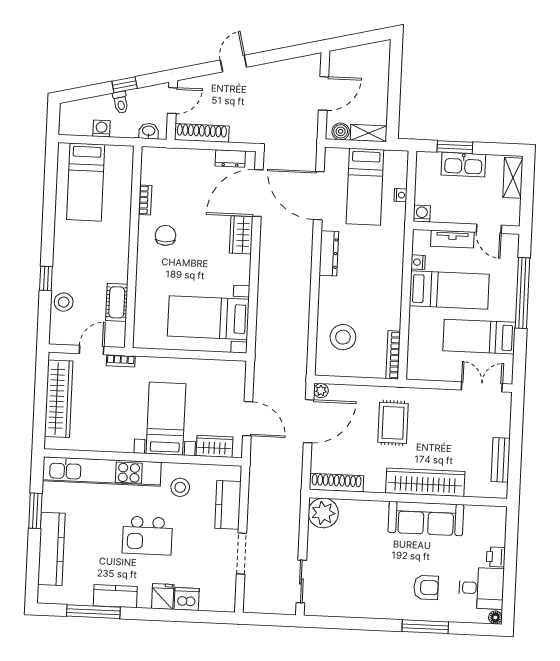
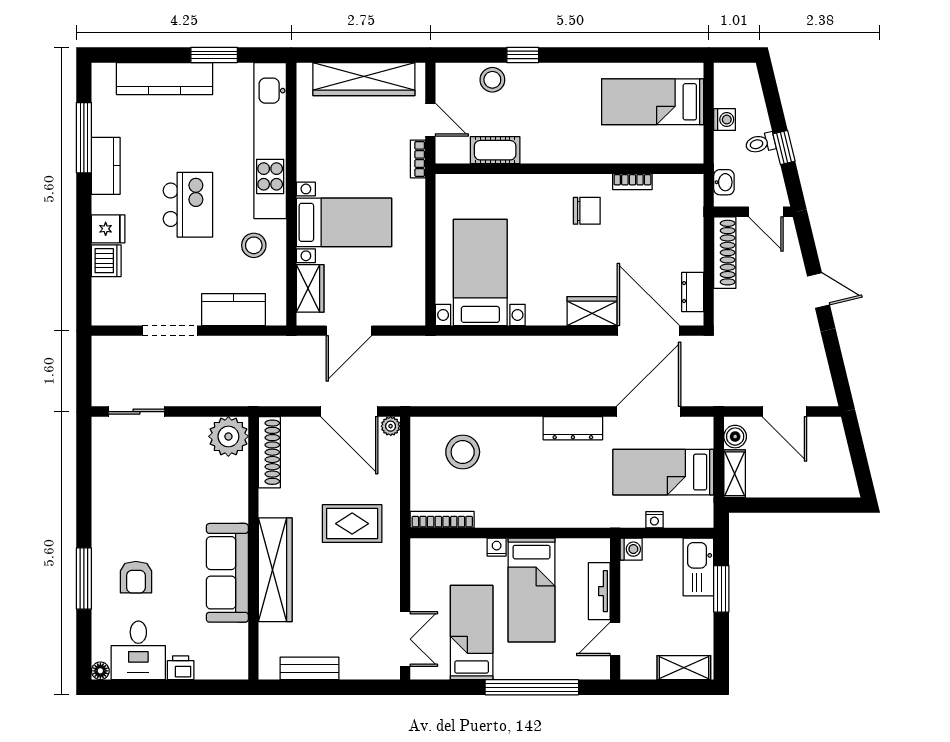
kitchen sink: (463, 165) -> (698, 567), moved
nightstand: (418, 262) -> (497, 547), moved
kitchen island: (147, 536) -> (188, 205), turned 180

